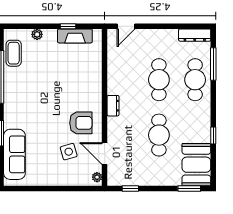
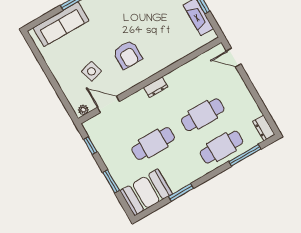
dresser: (195, 35) -> (264, 128), width x0.70
armchair: (81, 123) -> (128, 55), moved
window: (213, 135) -> (181, 192), width x1.50
door: (105, 153) -> (109, 104), hinge flipped
window: (189, 189) -> (111, 181), moved

